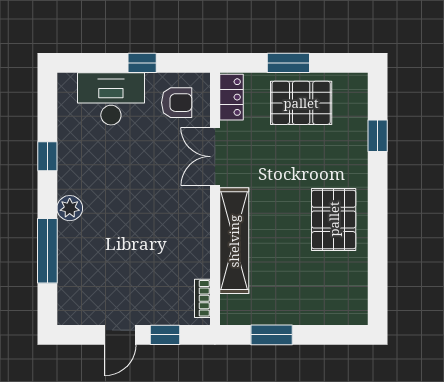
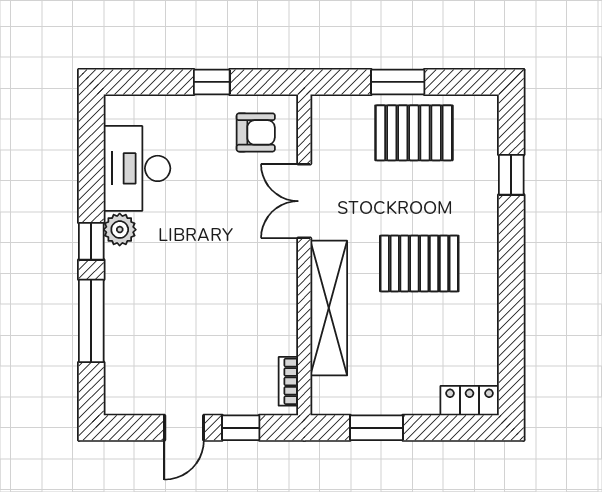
locker: (231, 97) -> (470, 401), moved, turned -90
desk: (111, 99) -> (137, 168), moved, turned -90
window: (47, 156) -> (91, 241), moved
plant: (70, 208) -> (120, 230), moved
pallet: (334, 219) -> (419, 264), moved, turned 90

